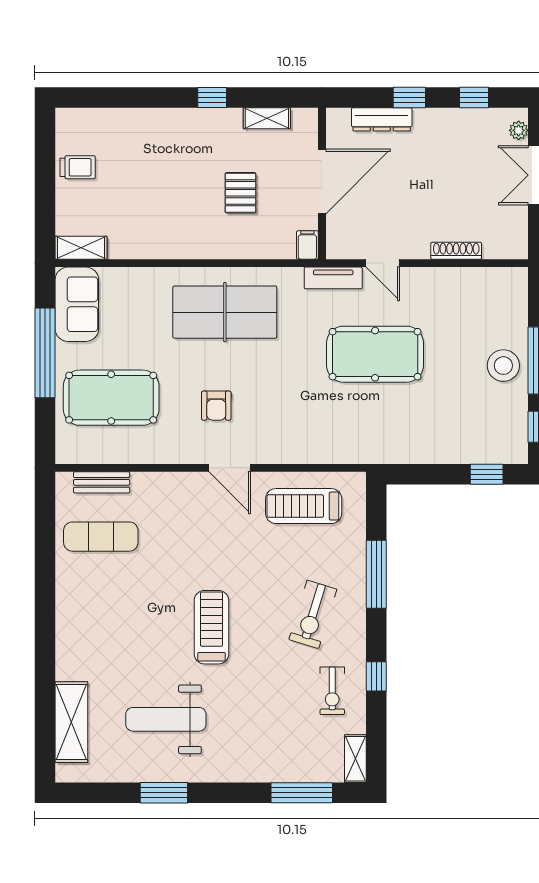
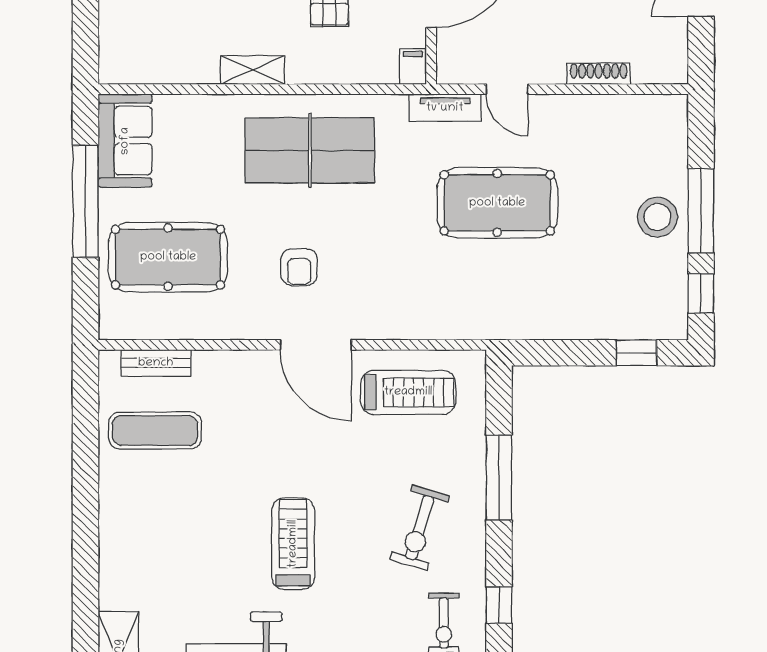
shelving: (81, 248) -> (252, 70), moved
door: (230, 468) -> (316, 345), width x1.36
treadmill: (304, 506) -> (408, 392), turned 180

